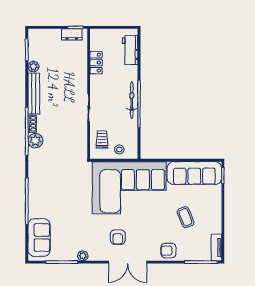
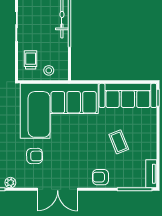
armchair: (118, 237) -> (35, 156), moved, turned -91

